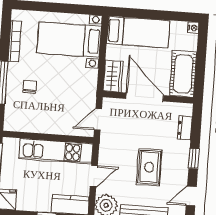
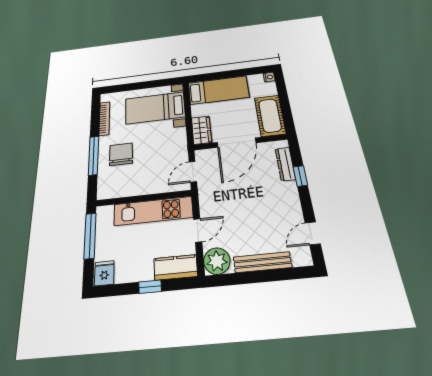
chair: (30, 87) -> (121, 154), width x1.87, depth x1.87
door: (145, 97) -> (236, 143), swing flipped
dresser: (185, 128) -> (285, 164), width x1.44
window: (194, 159) -> (300, 176), moved
rug: (149, 167) -> (257, 210), removed

